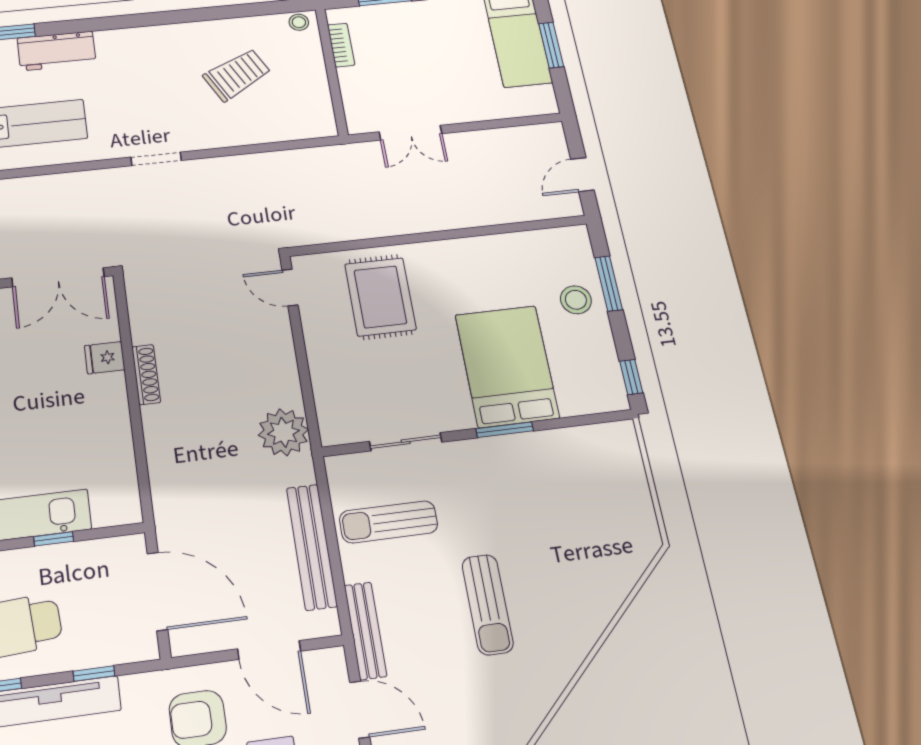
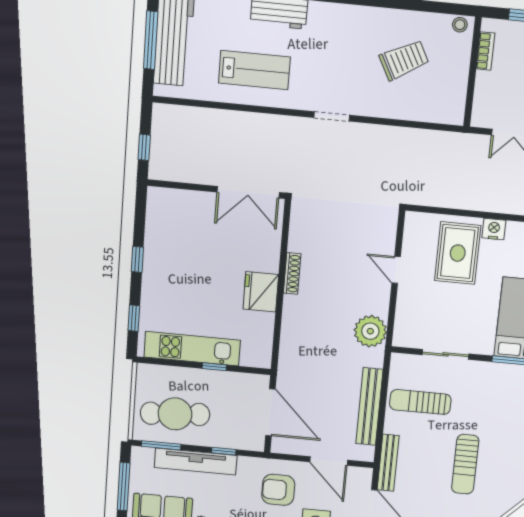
nightstand: (421, 255) -> (494, 229), added
door: (290, 288) -> (396, 270), moved
fridge: (105, 358) -> (261, 292), moved, width x1.88, depth x1.34

